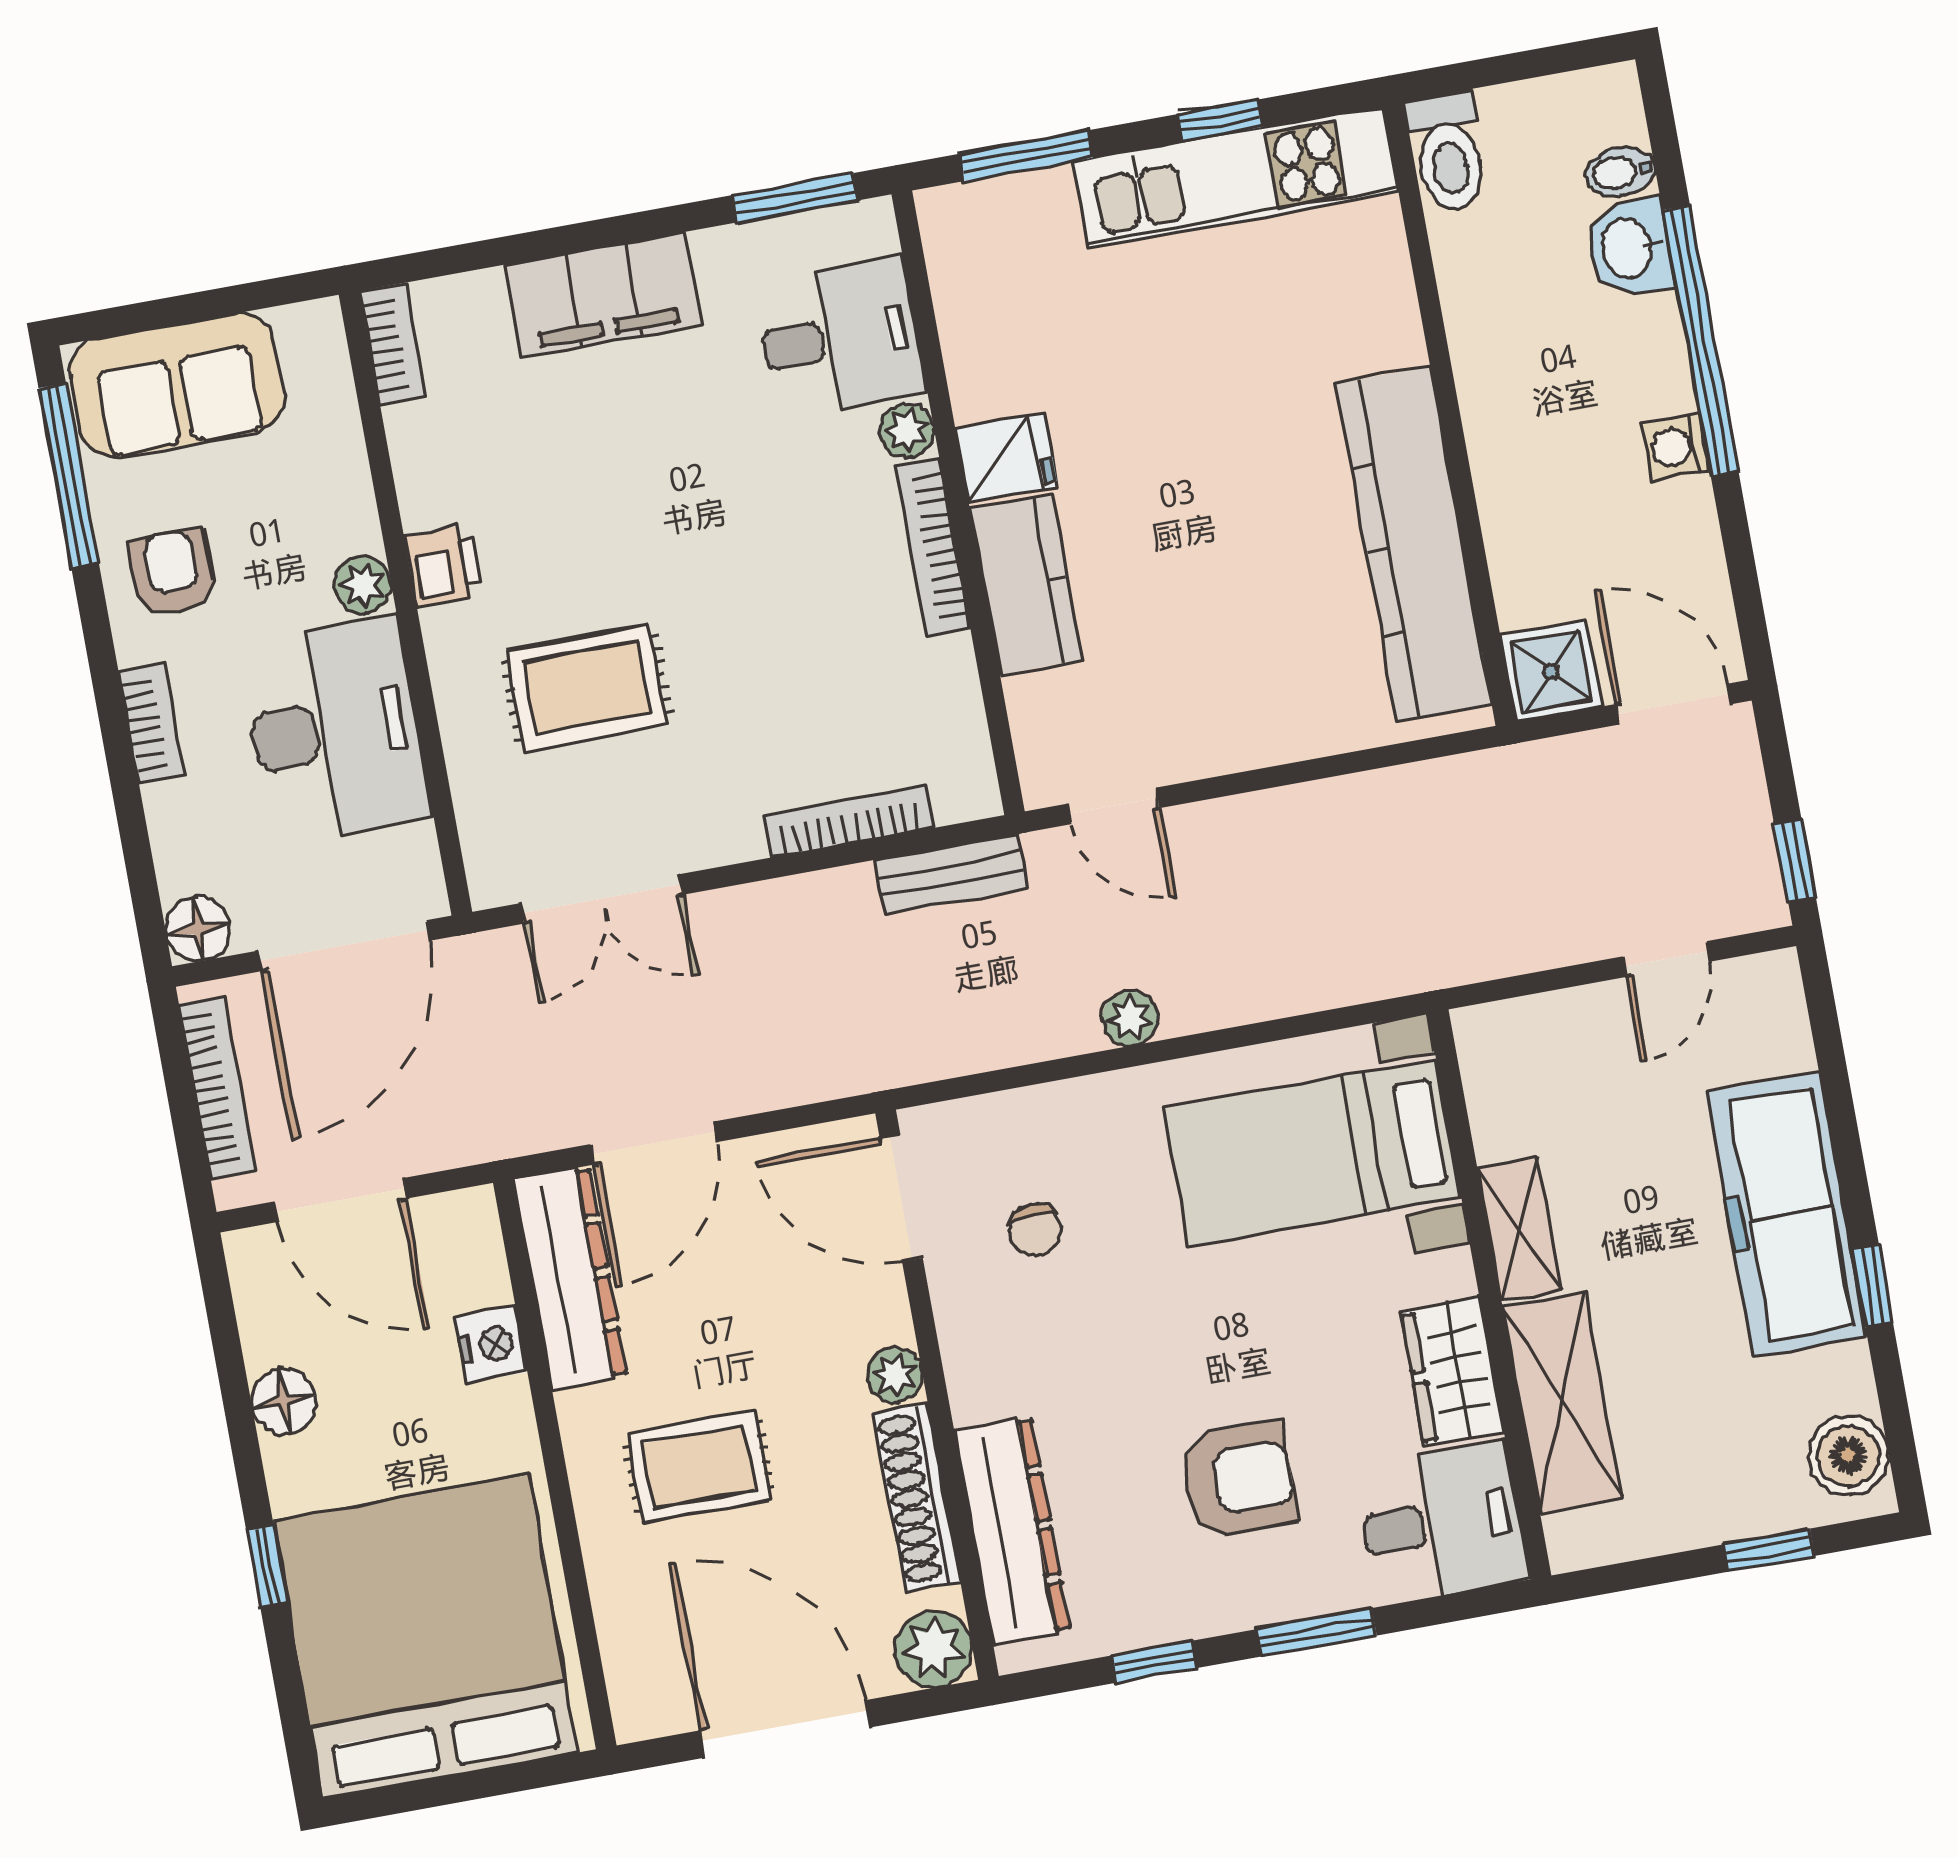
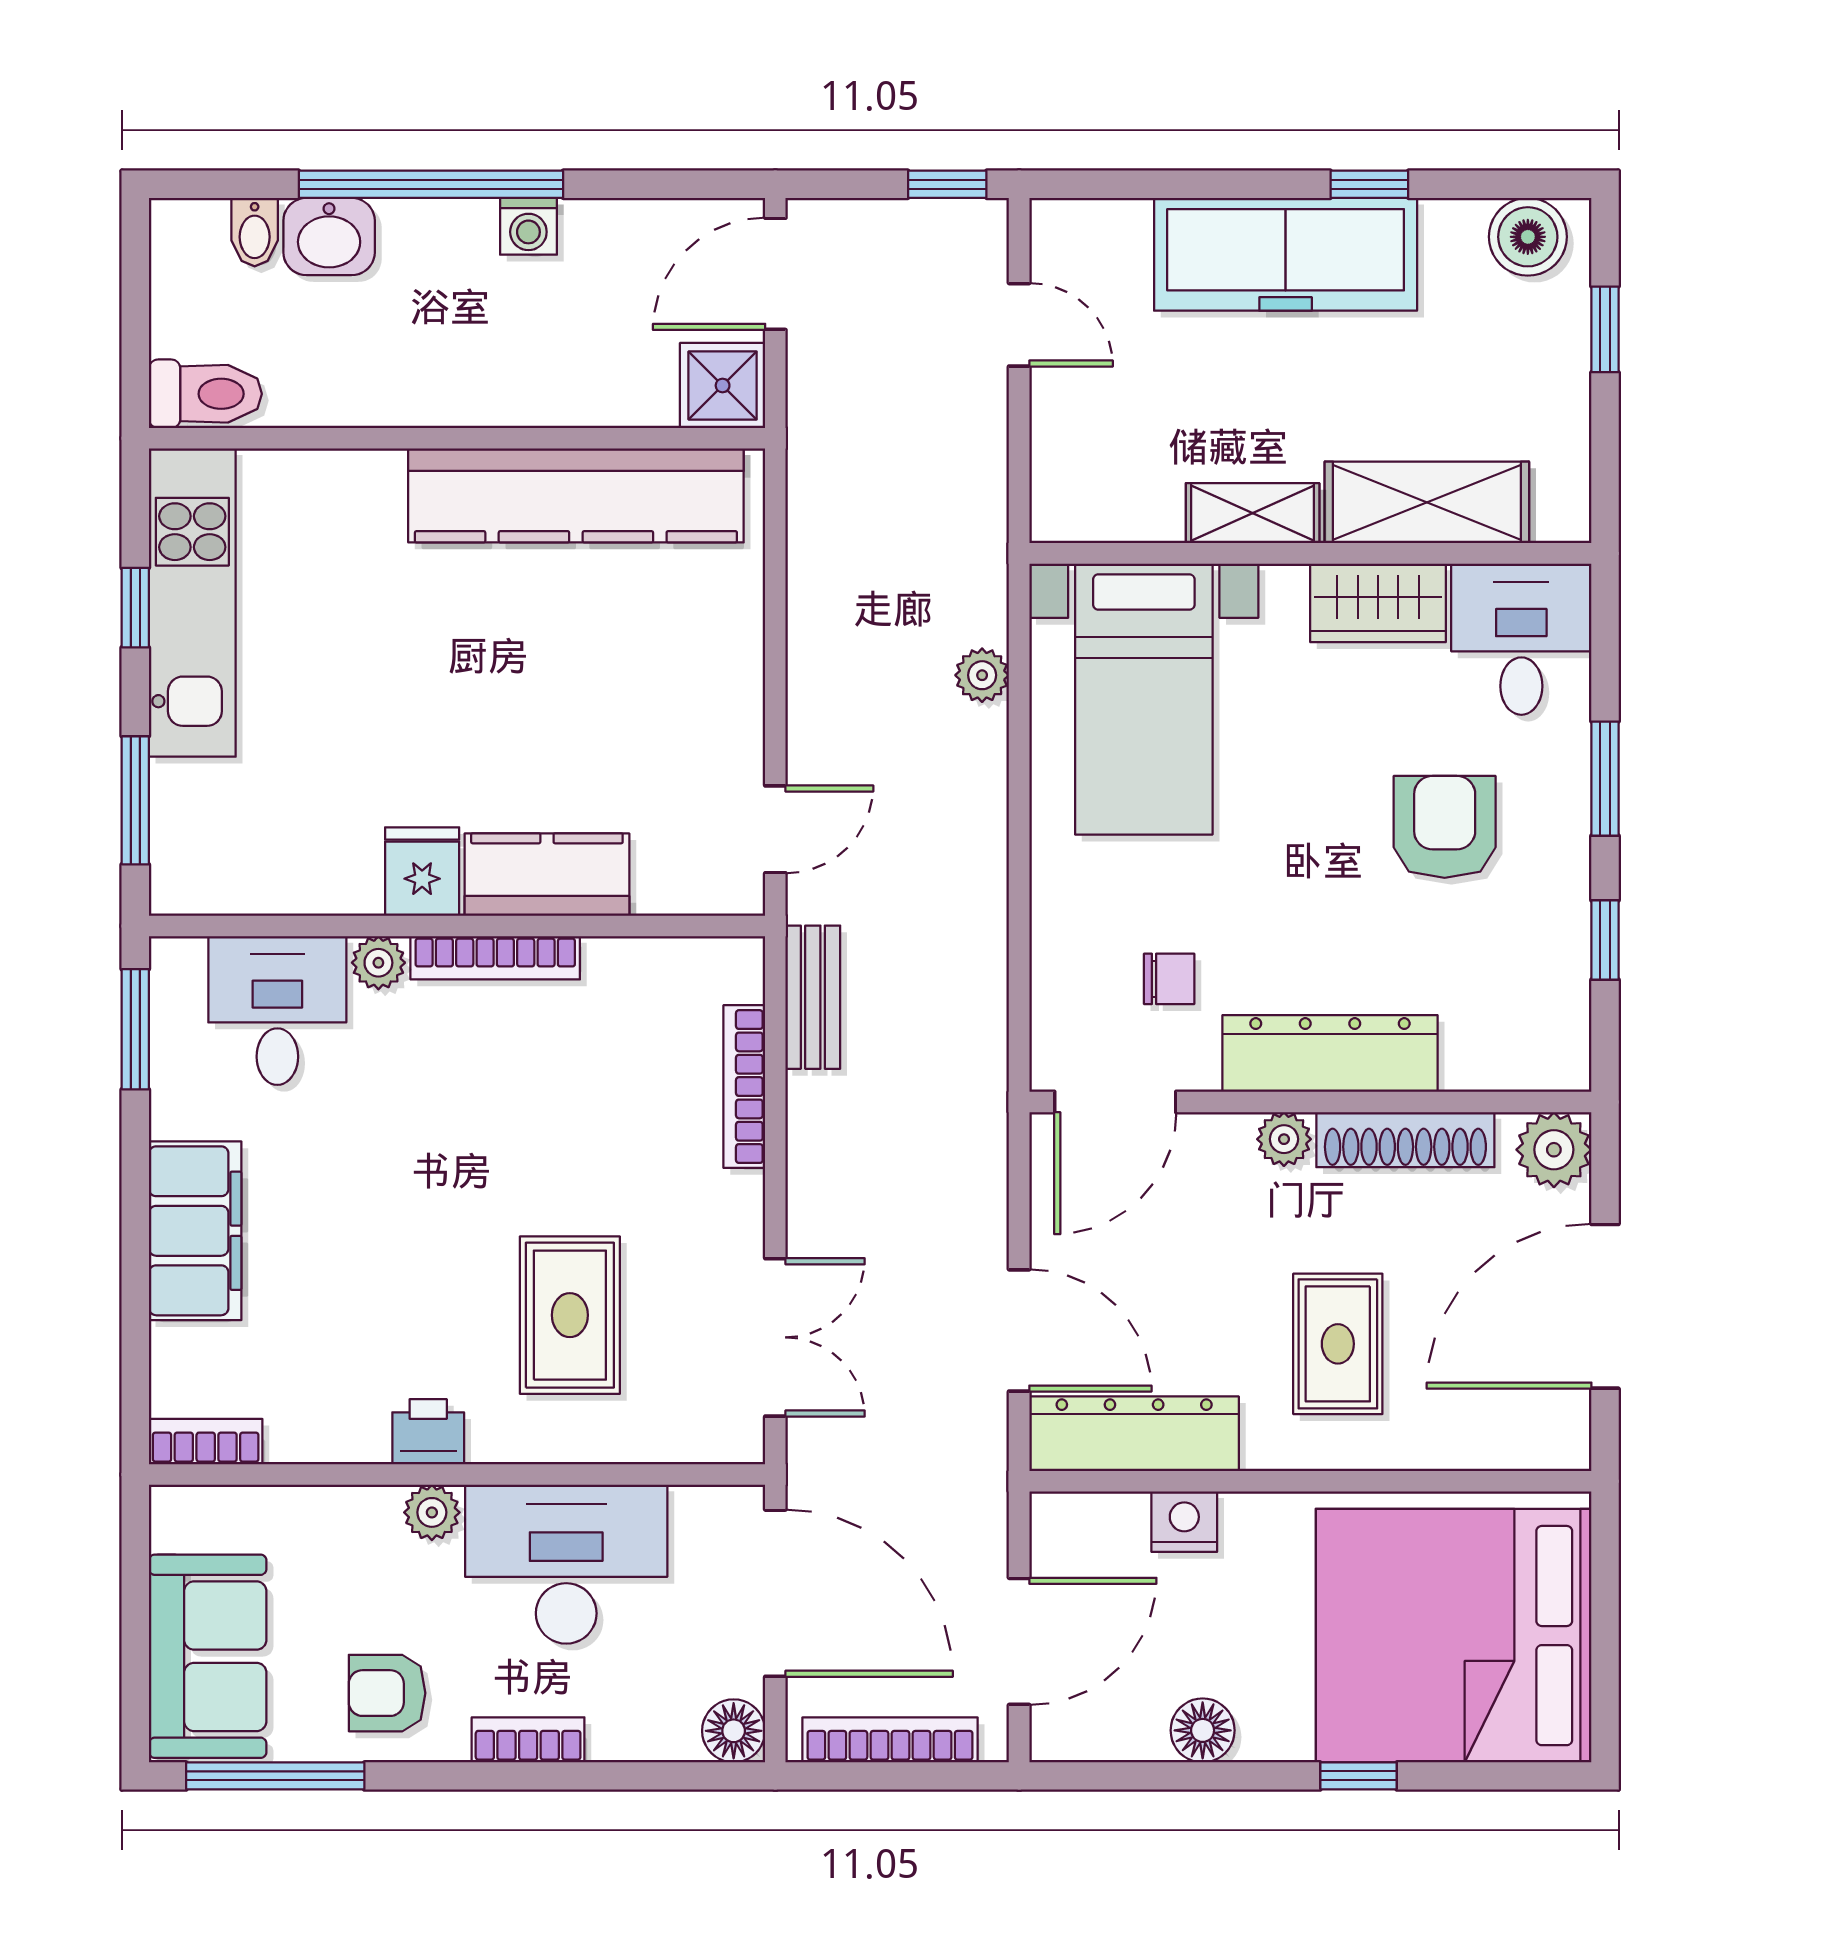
plant: (1130, 1018) -> (982, 675), moved
dresser: (1012, 1530) -> (1330, 1053), moved

